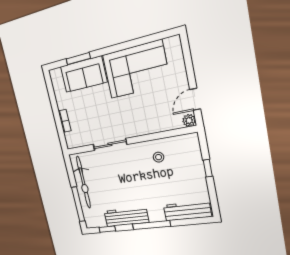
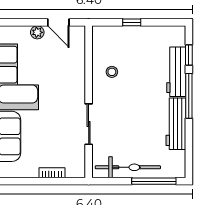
plant: (189, 120) -> (37, 32), moved
workbench: (187, 211) -> (176, 72), moved
window: (107, 229) -> (189, 55), moved

